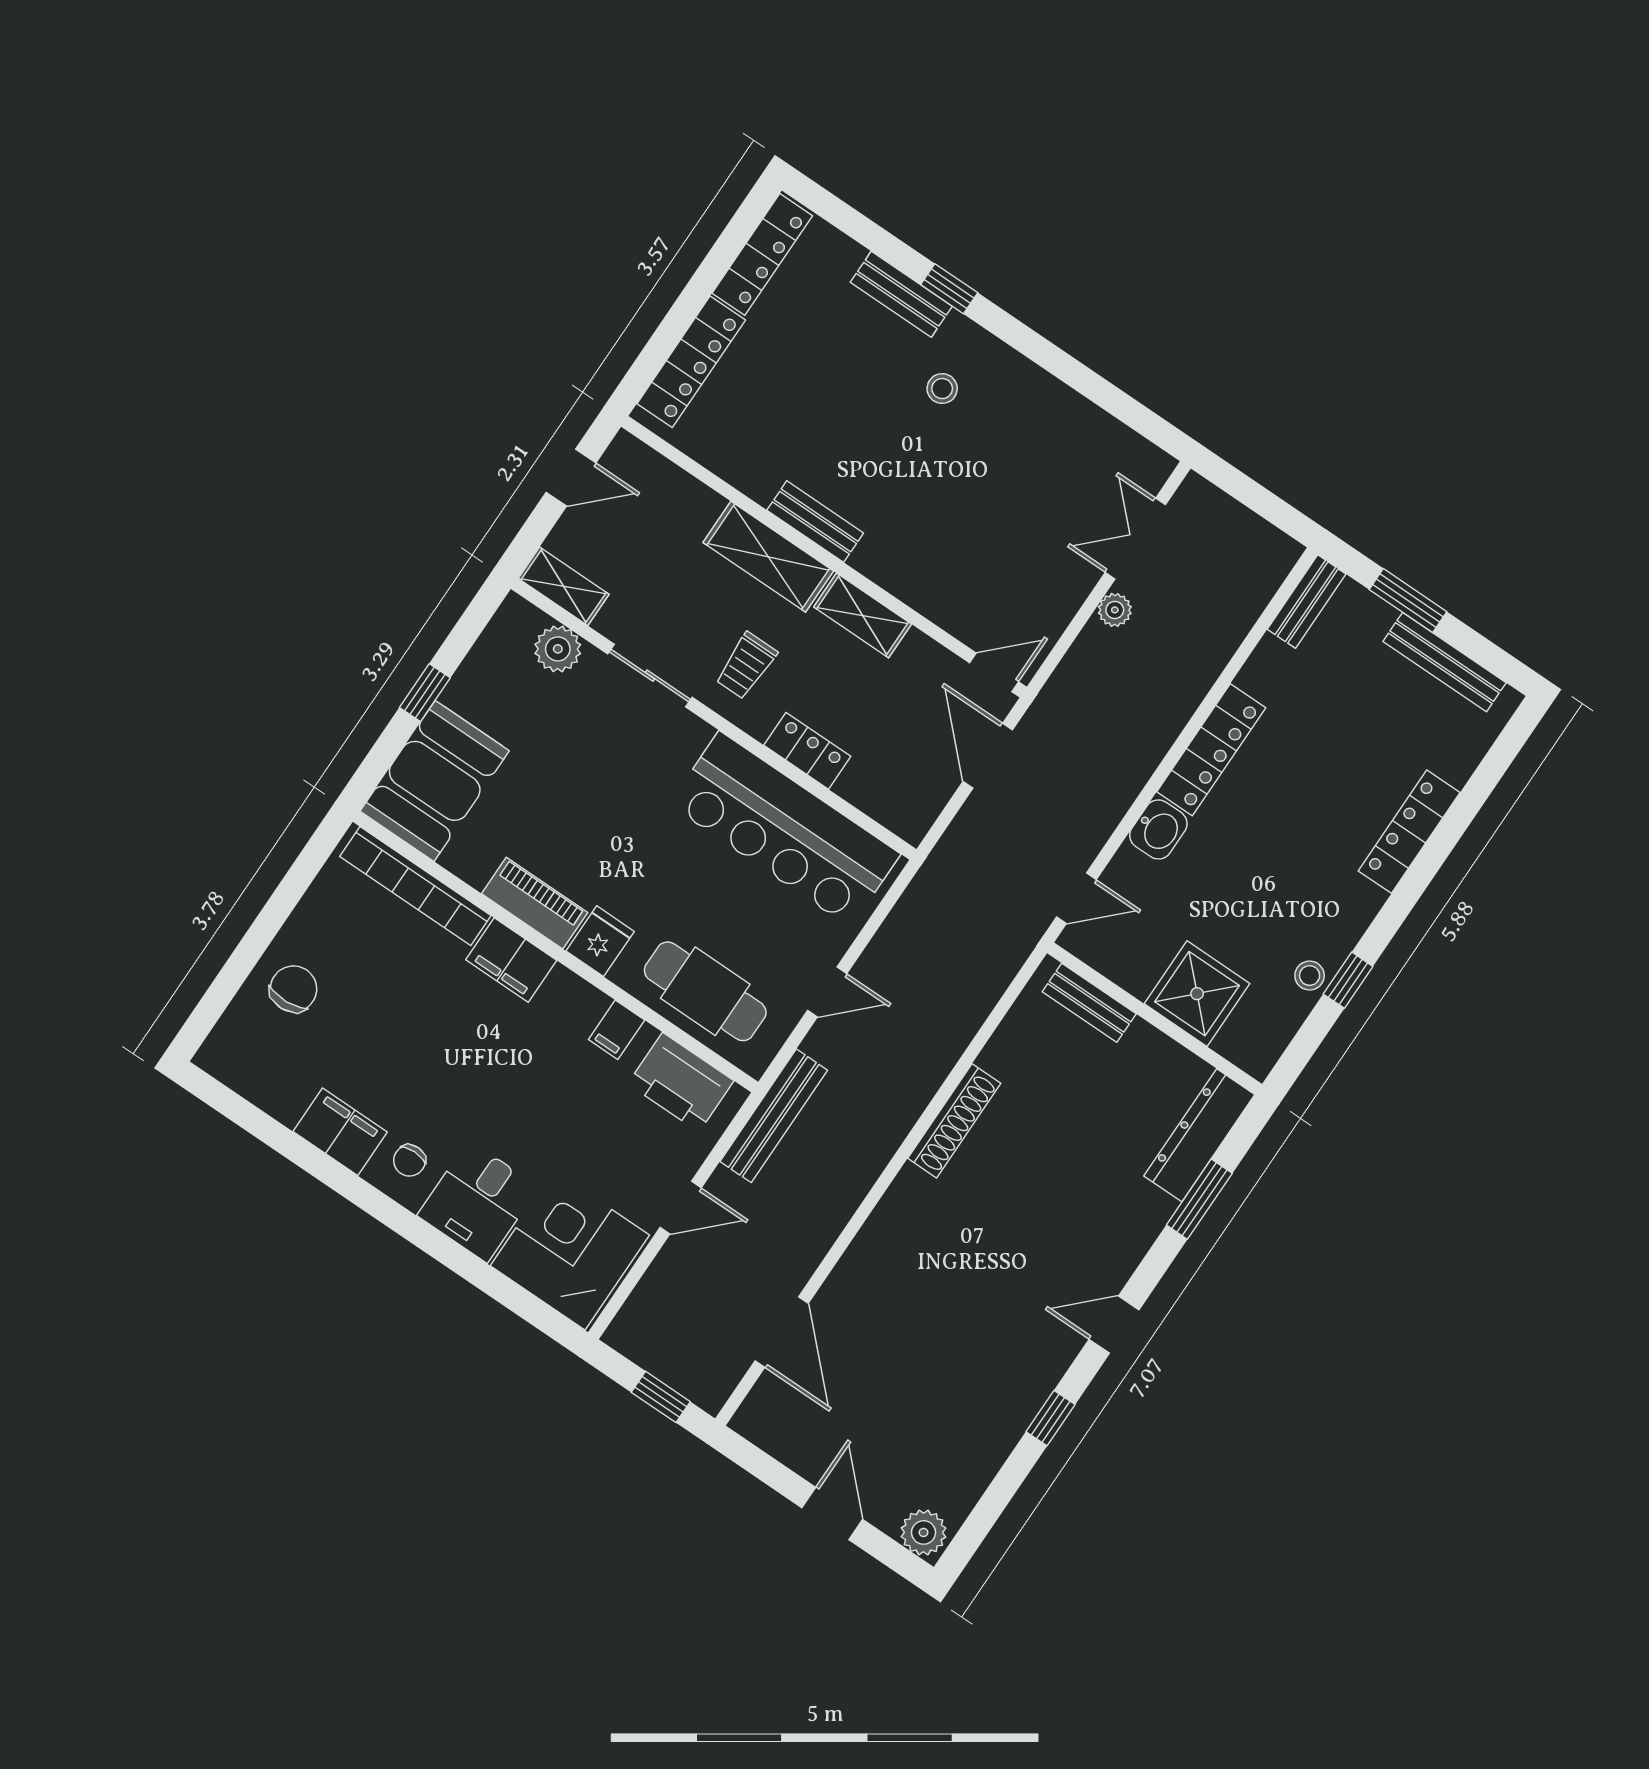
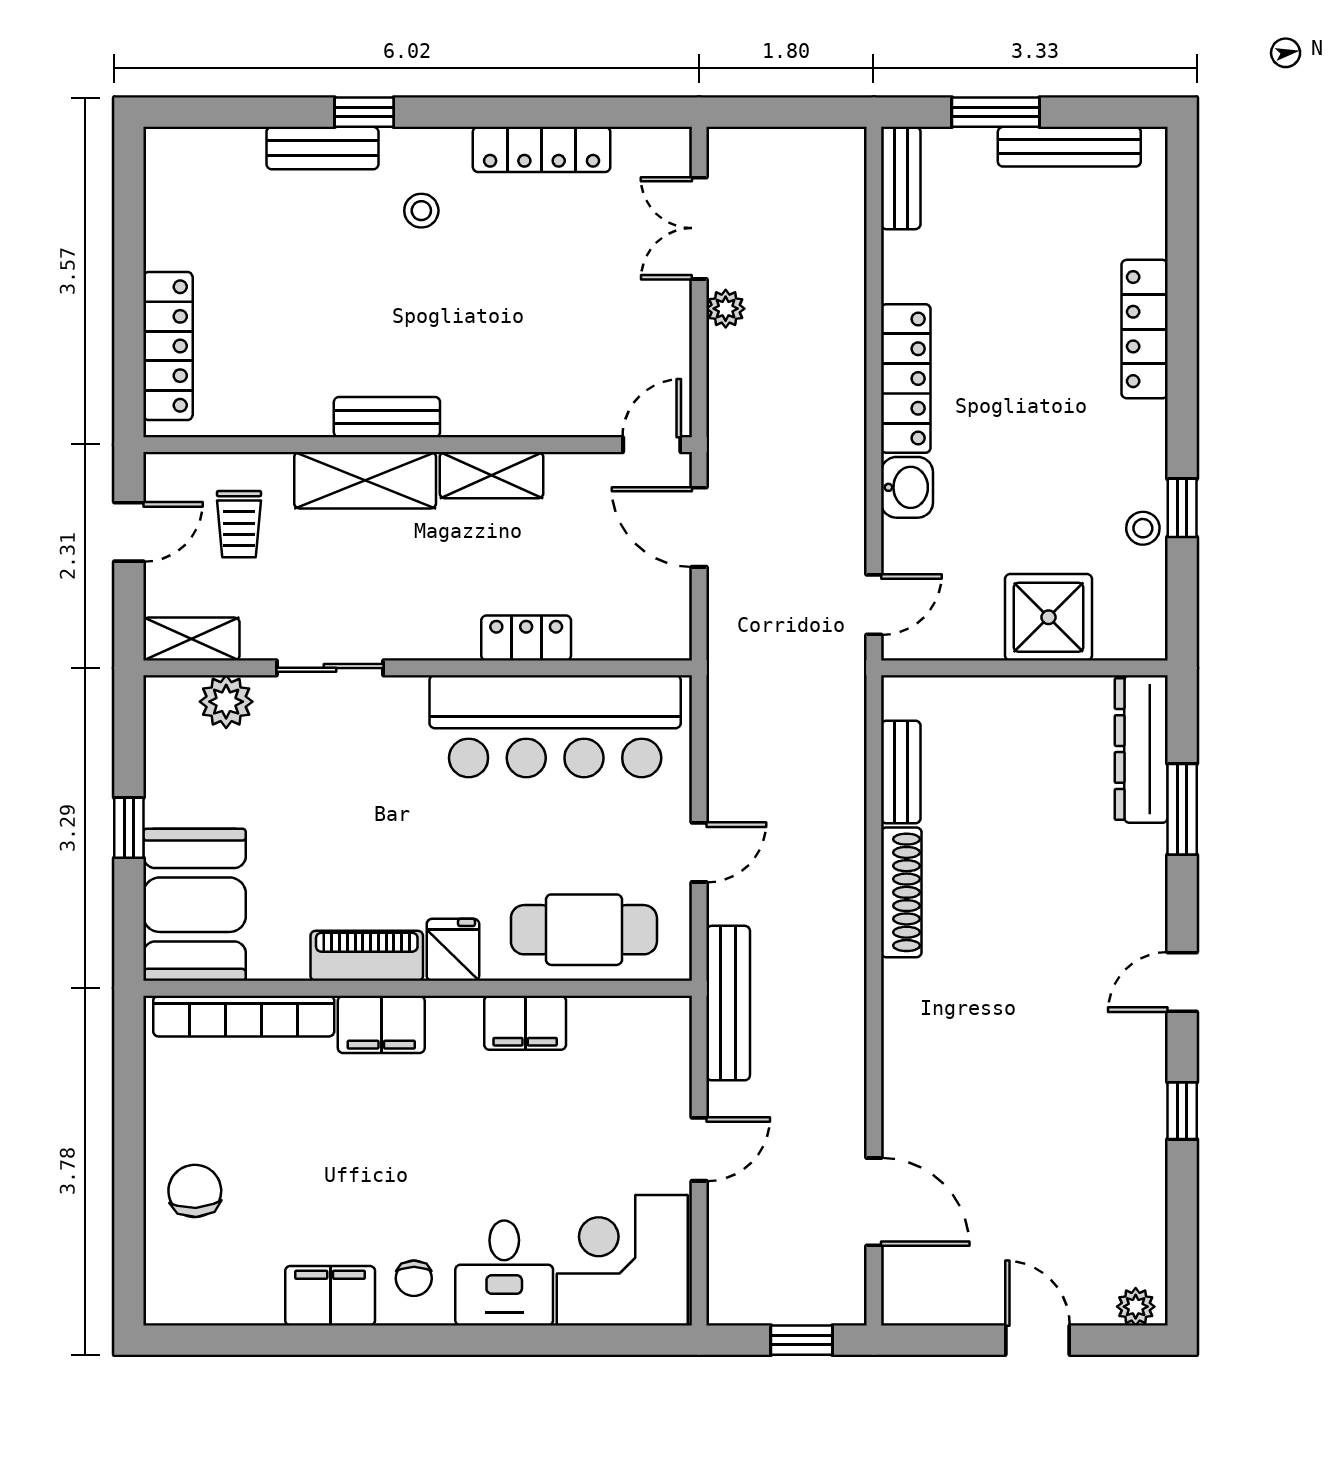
locker: (762, 254) -> (542, 149), moved, turned 90
trolley: (746, 666) -> (239, 524), moved
bench: (1089, 1003) -> (901, 772), moved, turned 90
filing cabinet: (617, 1030) -> (525, 1023), width x2.00
printer: (681, 1082) -> (619, 1031), removed
plant: (923, 1532) -> (1136, 1307), width x0.73, depth x0.73

